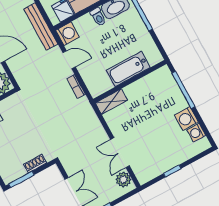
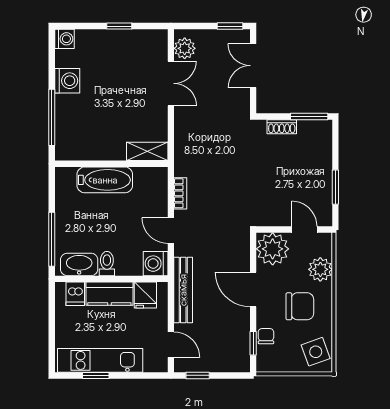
washing machine: (196, 133) -> (64, 39), moved

